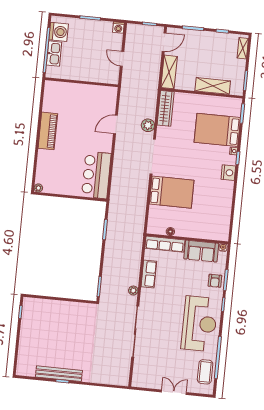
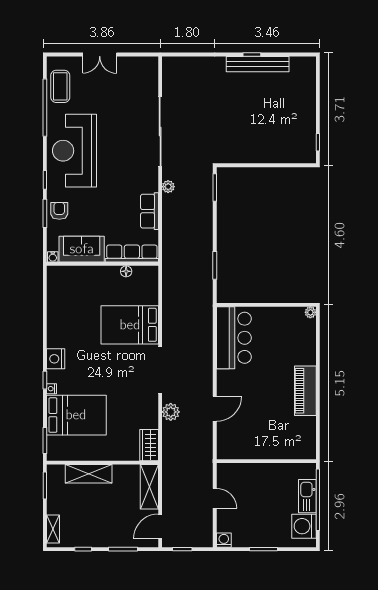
wardrobe: (166, 108) -> (149, 445), width x0.67

